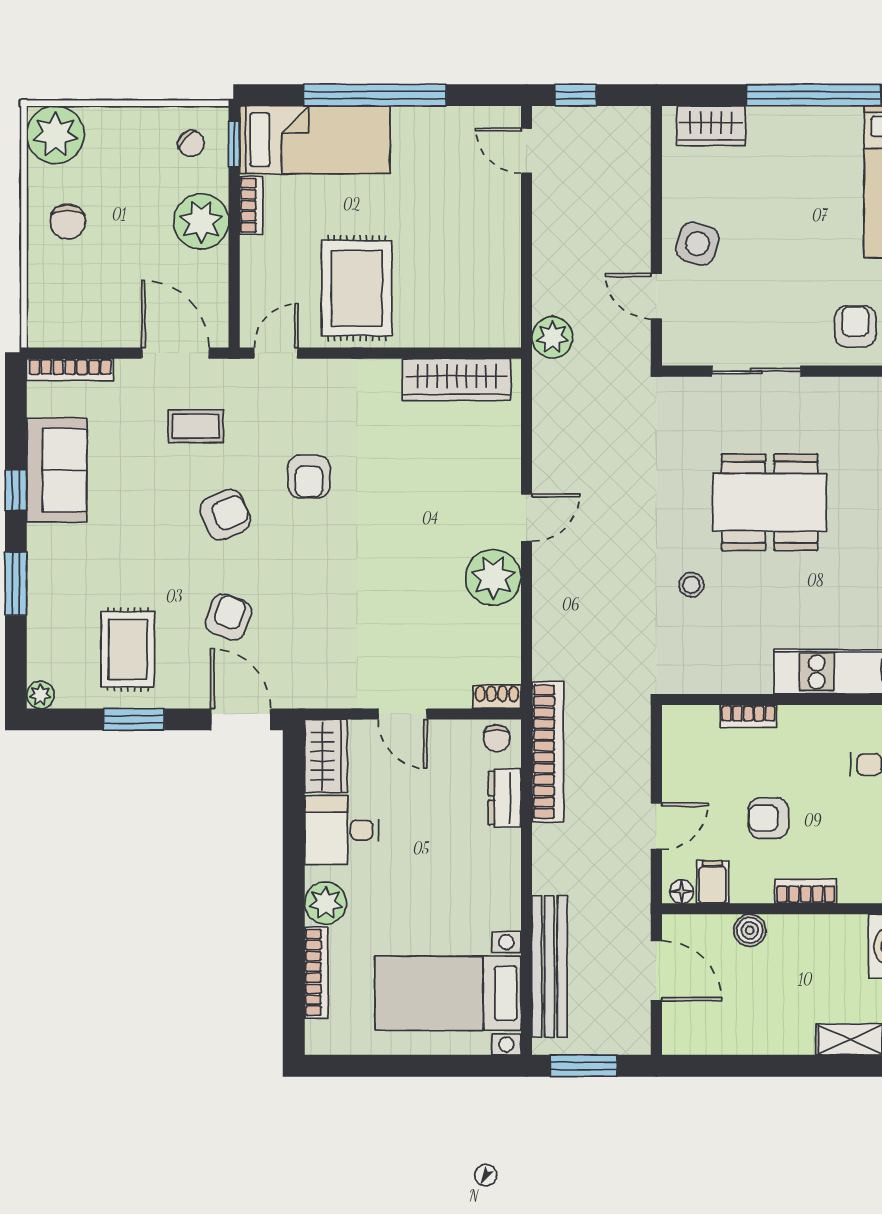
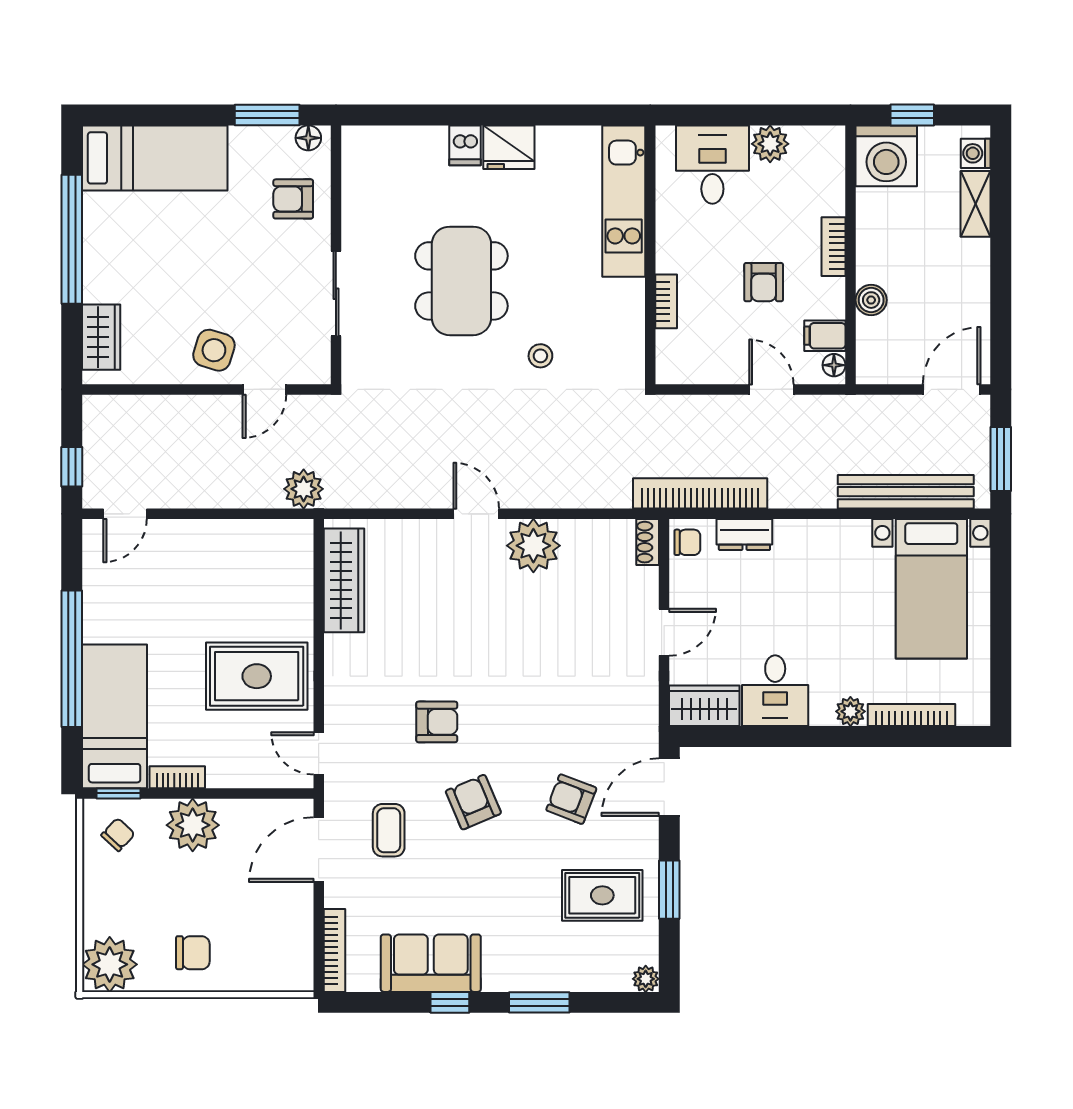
plant: (326, 903) -> (850, 711), width x0.73, depth x0.73
door: (656, 971) -> (952, 389), moved

